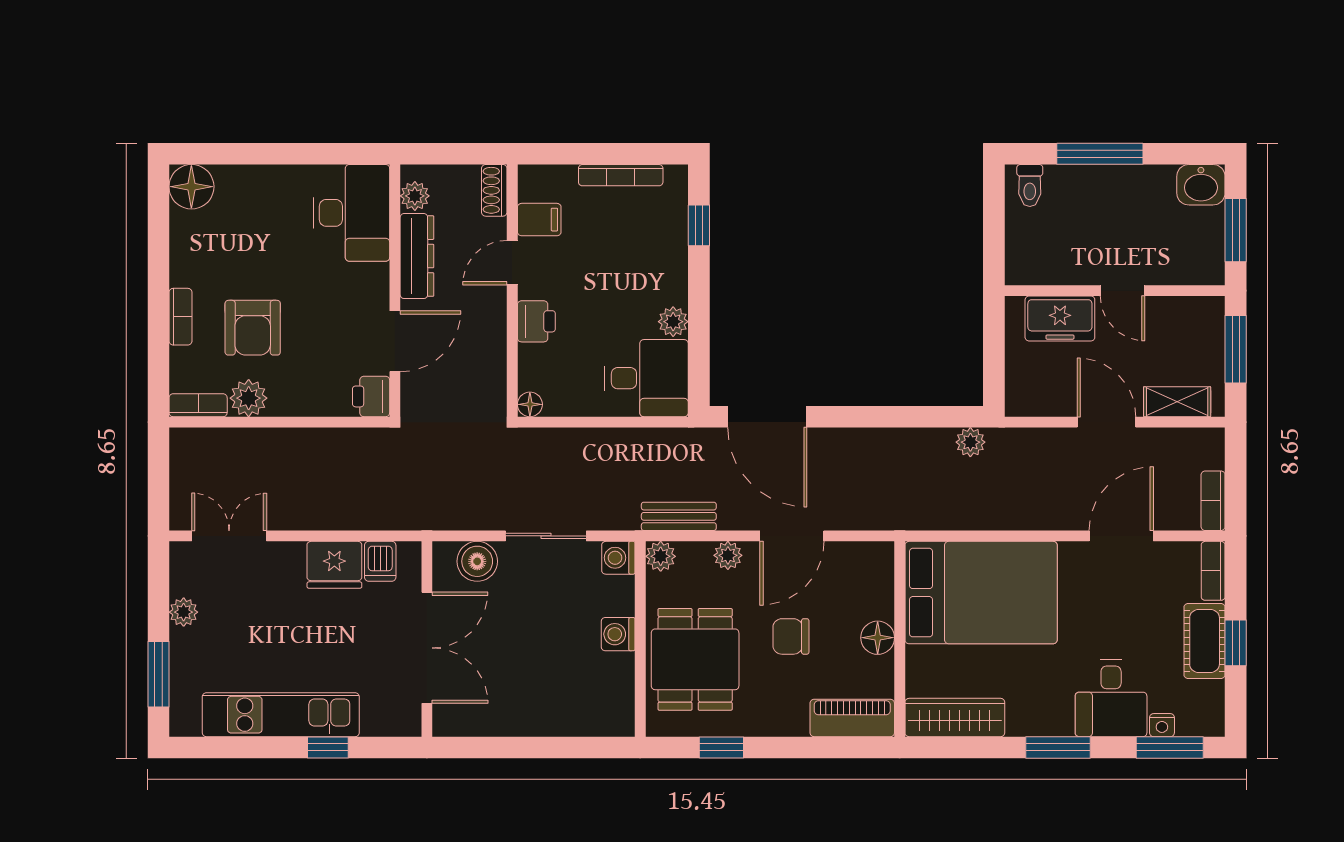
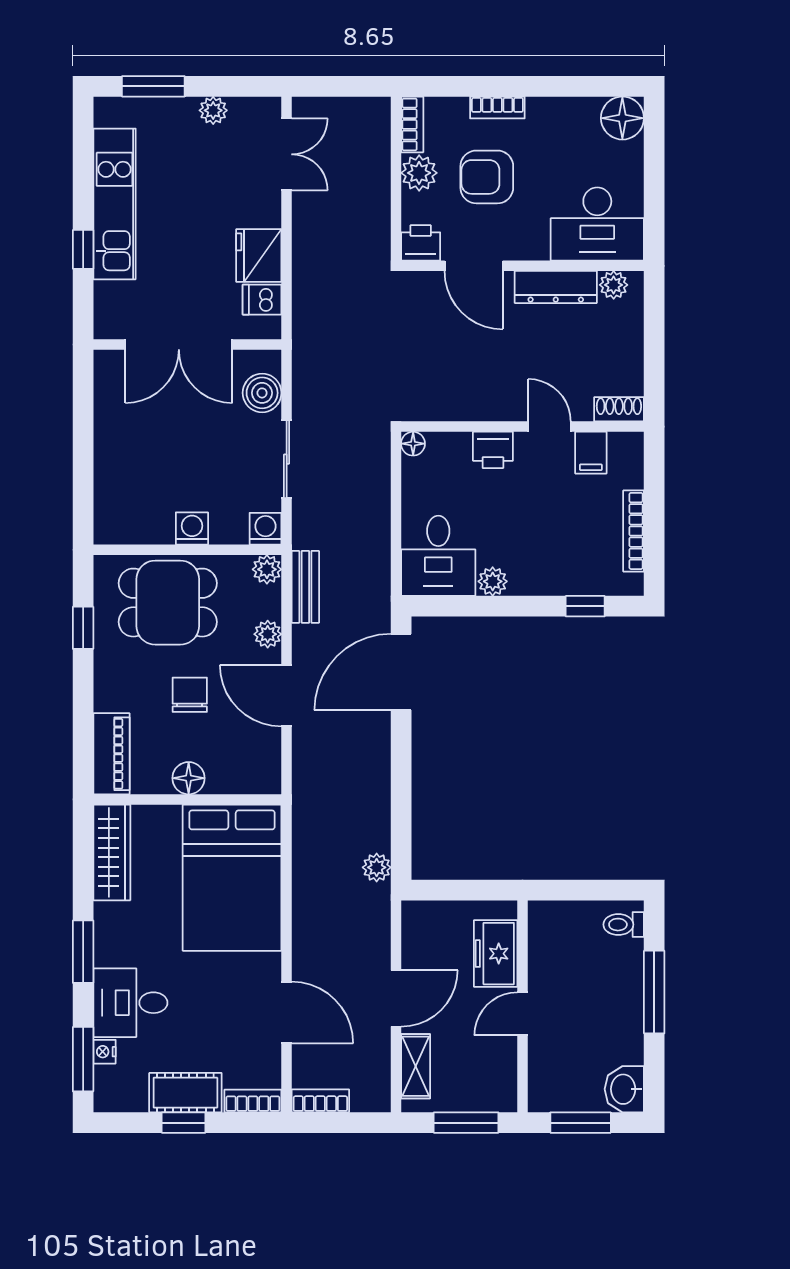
plant: (415, 196) -> (614, 285), moved
desk: (351, 213) -> (597, 224), moved
dresser: (417, 256) -> (556, 287), moved
wall: (395, 291) -> (522, 266), moved
door: (395, 341) -> (474, 266), moved
printer: (371, 396) -> (421, 243), moved

